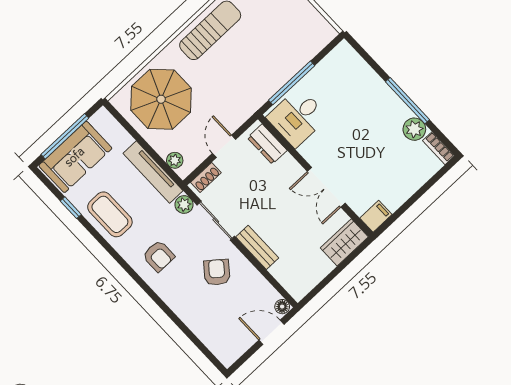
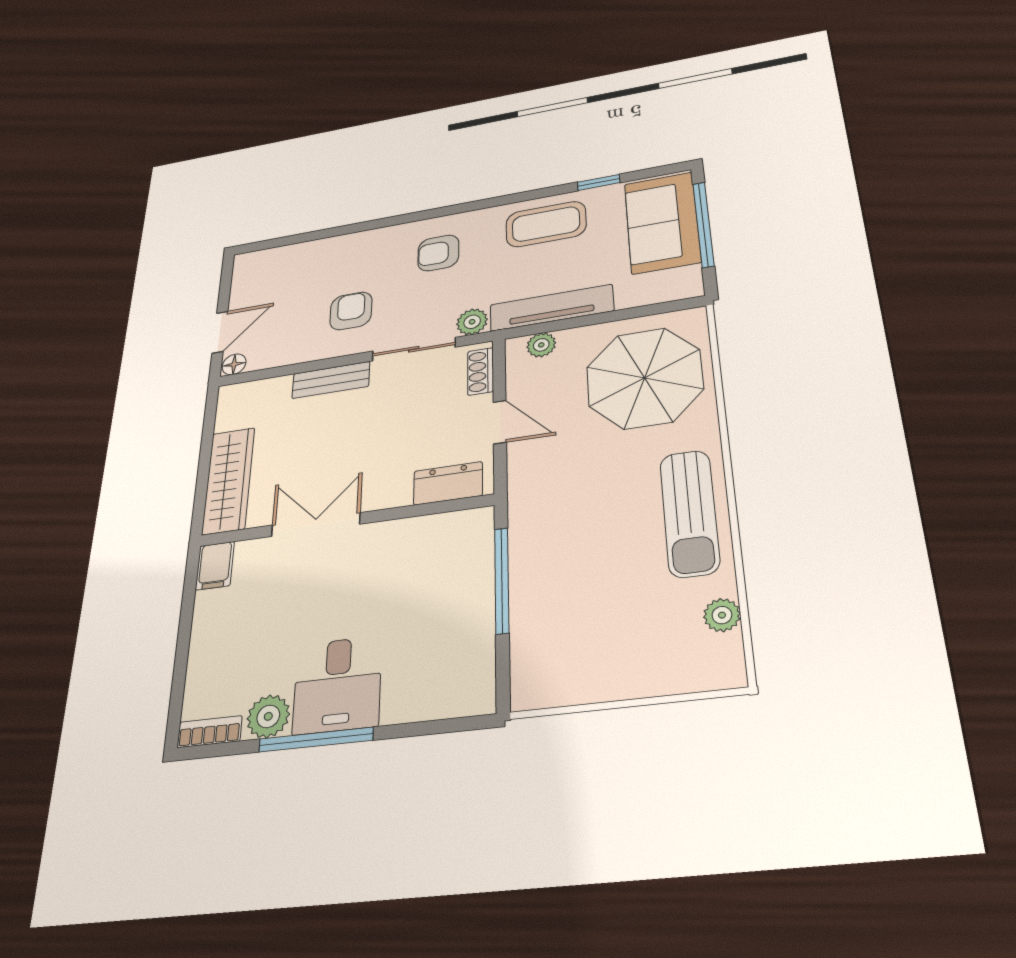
desk: (297, 117) -> (337, 685), moved, turned 180
wardrobe: (344, 242) -> (228, 481), width x1.50
armchair: (217, 272) -> (351, 311), turned -129

